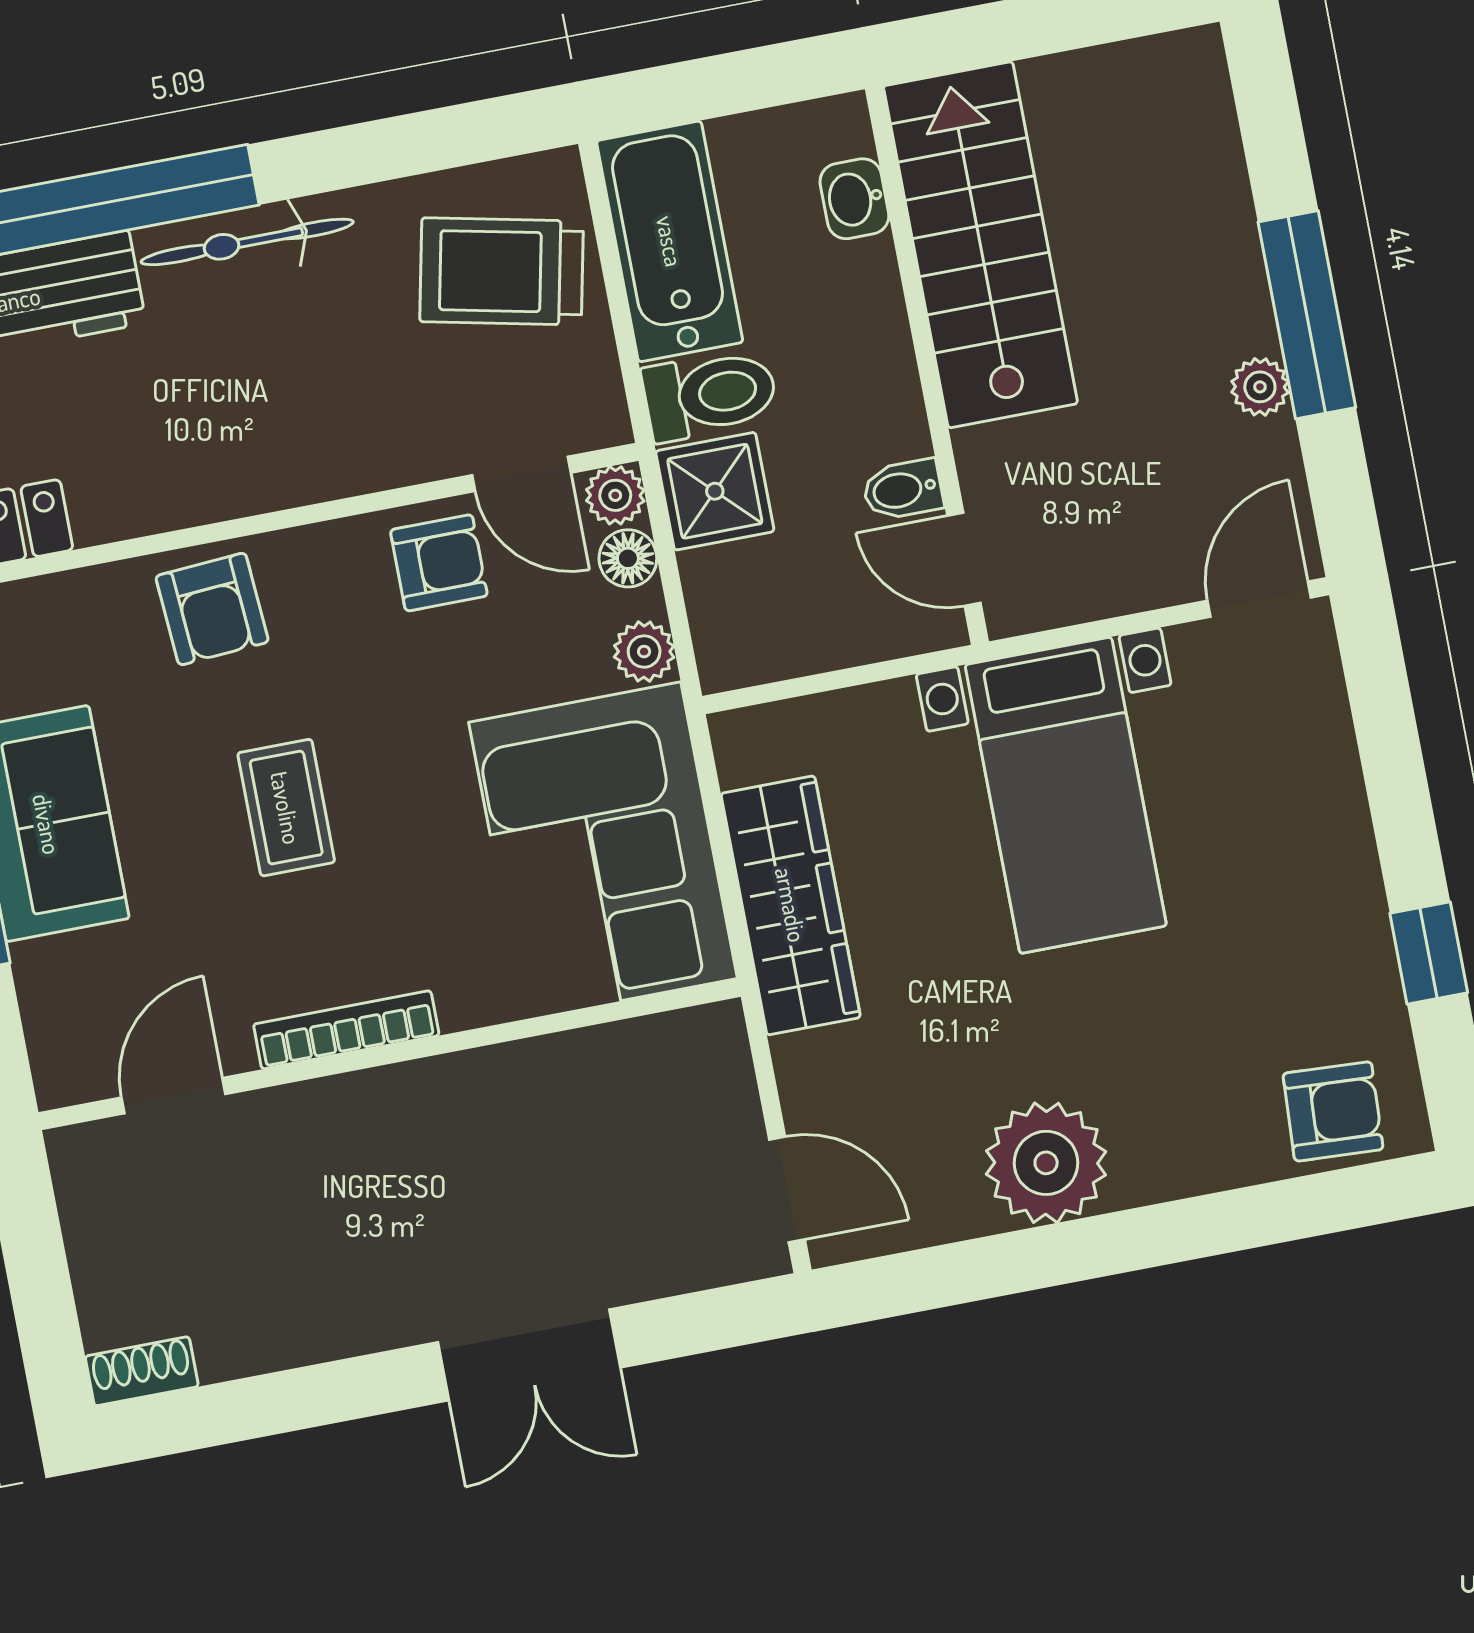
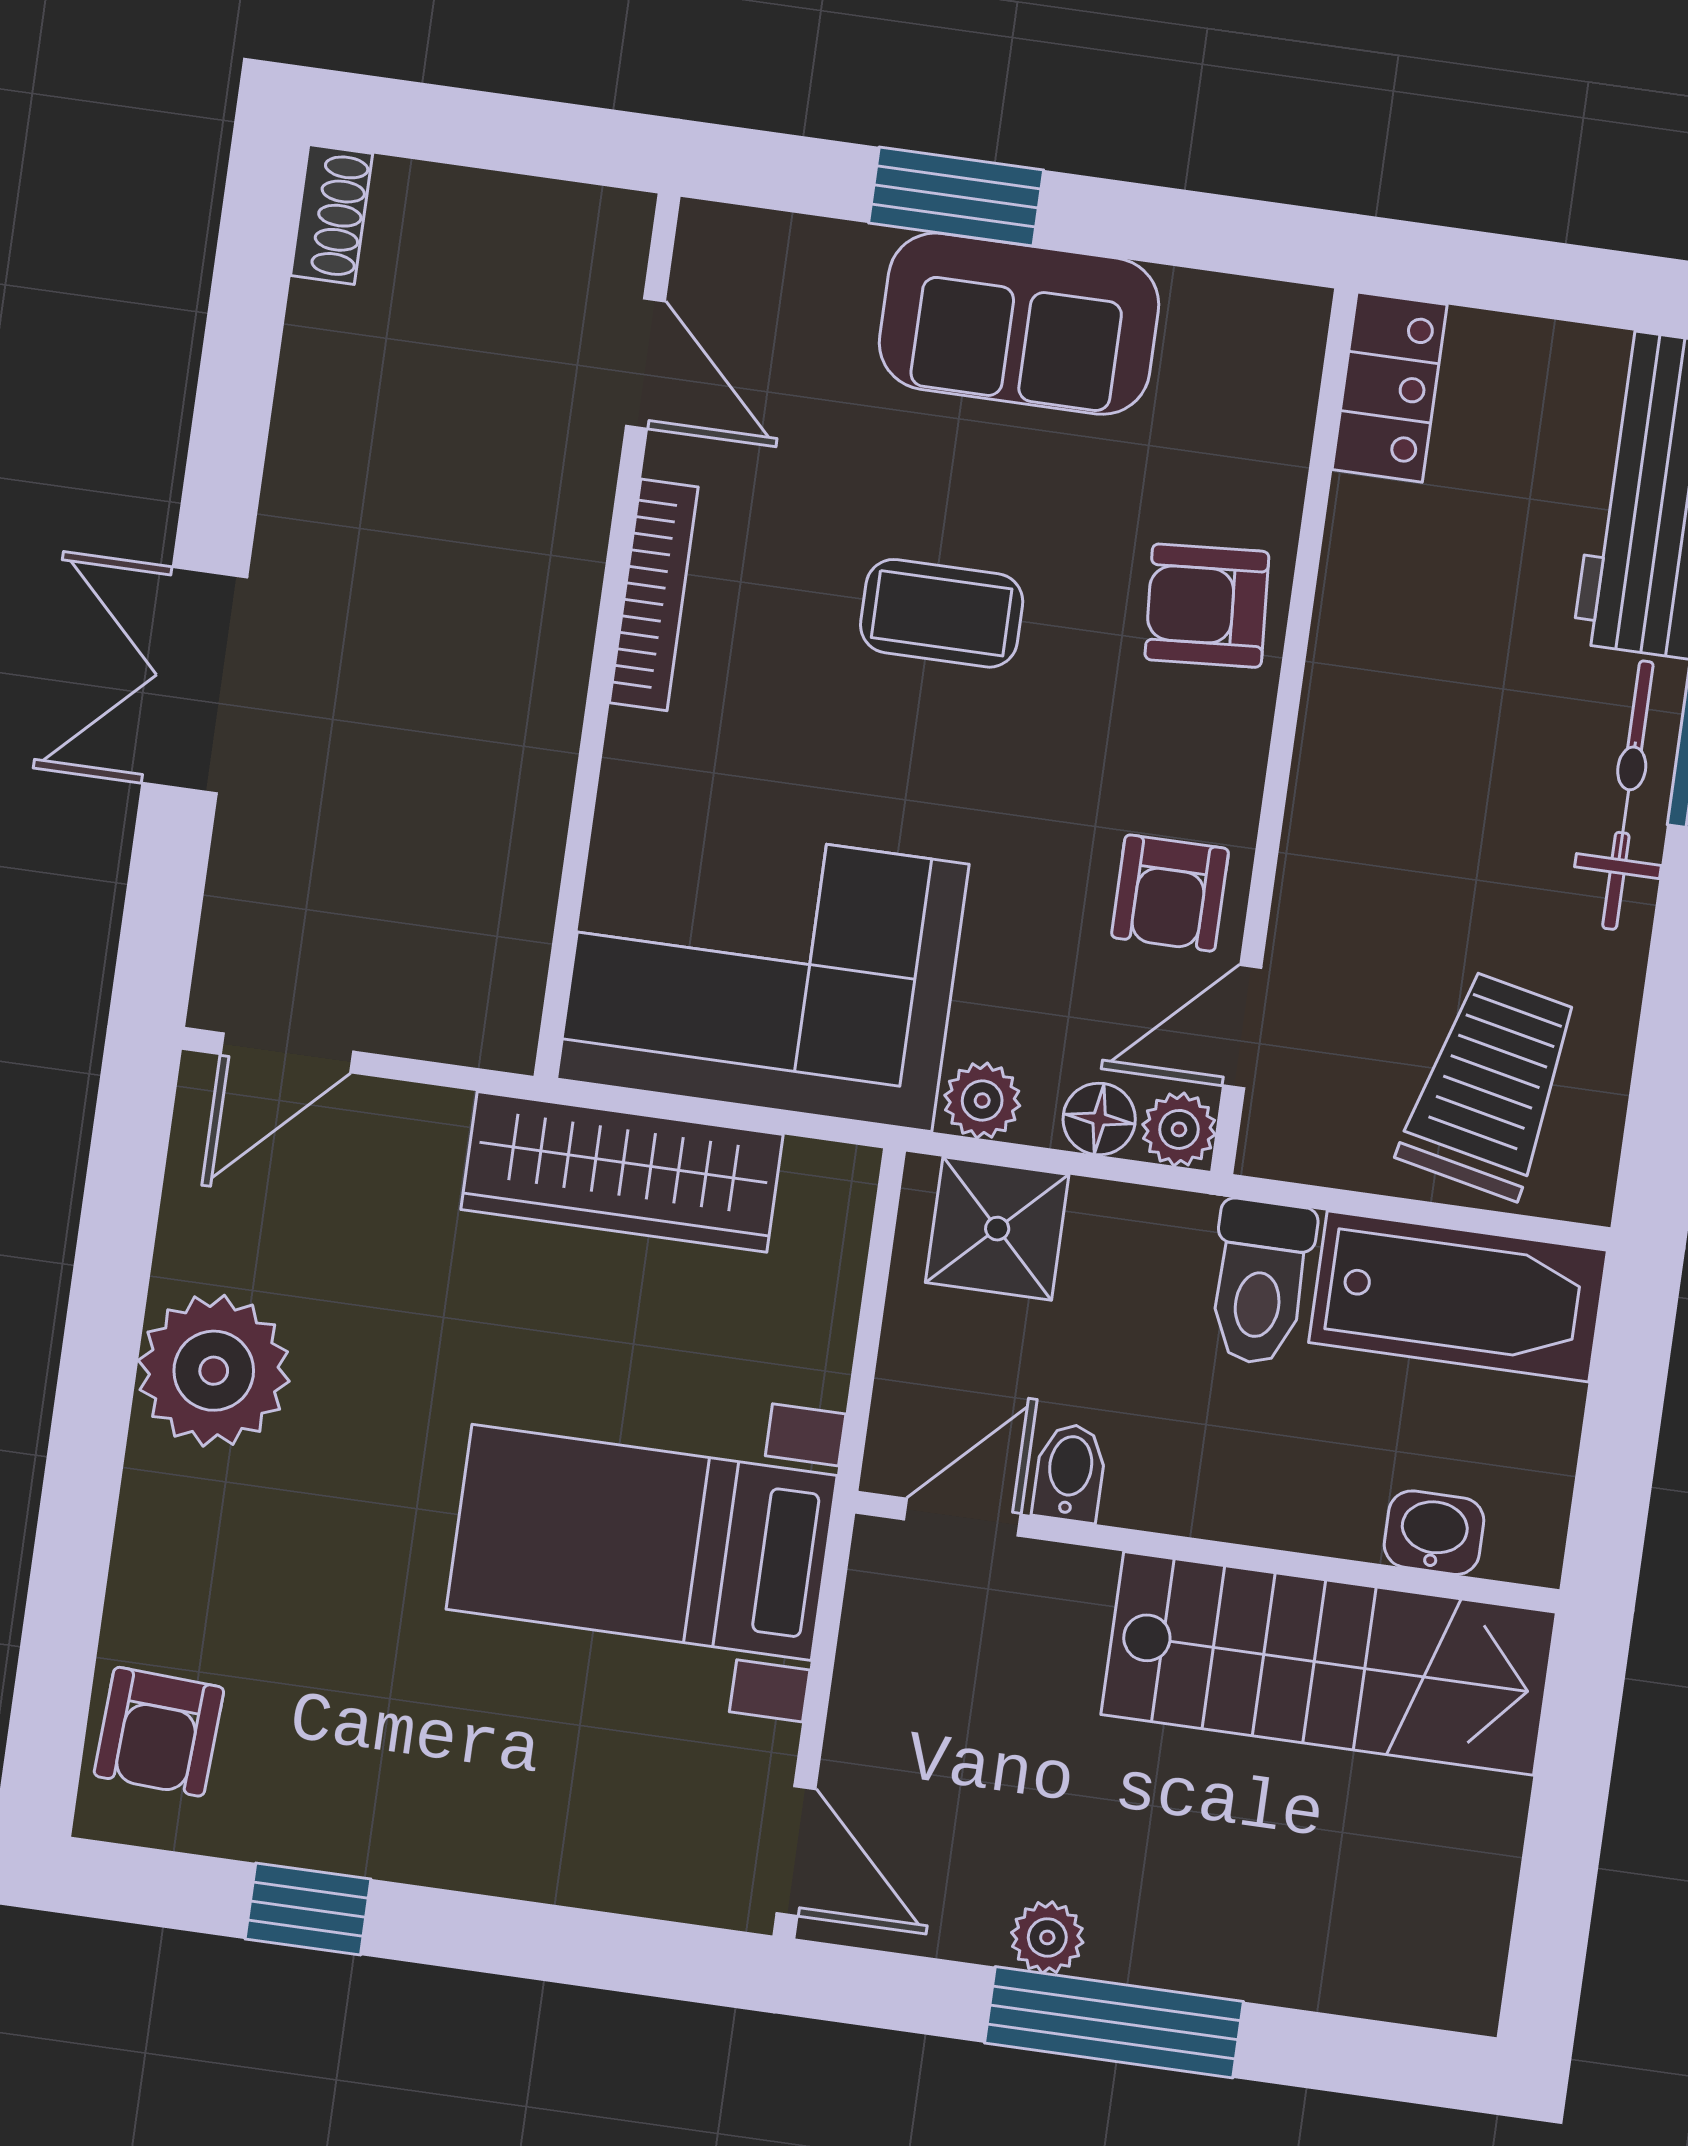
shower: (715, 491) -> (997, 1229), moved

